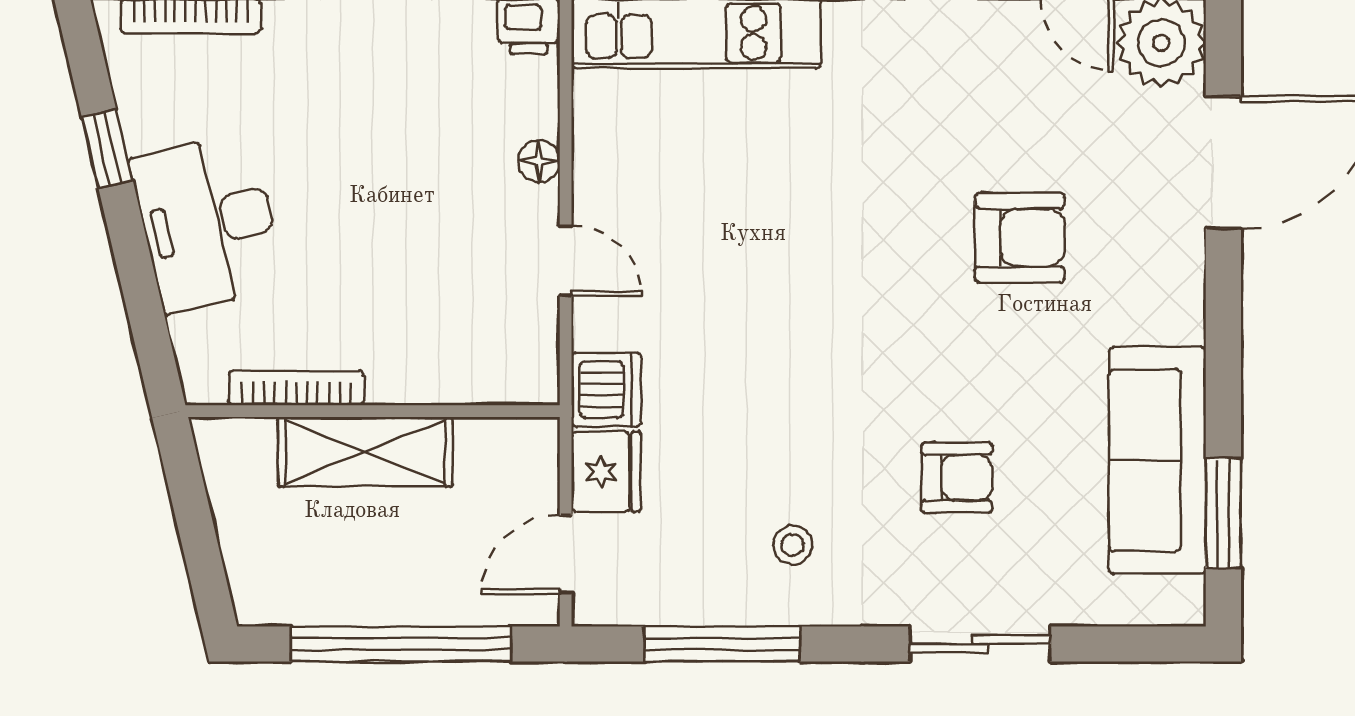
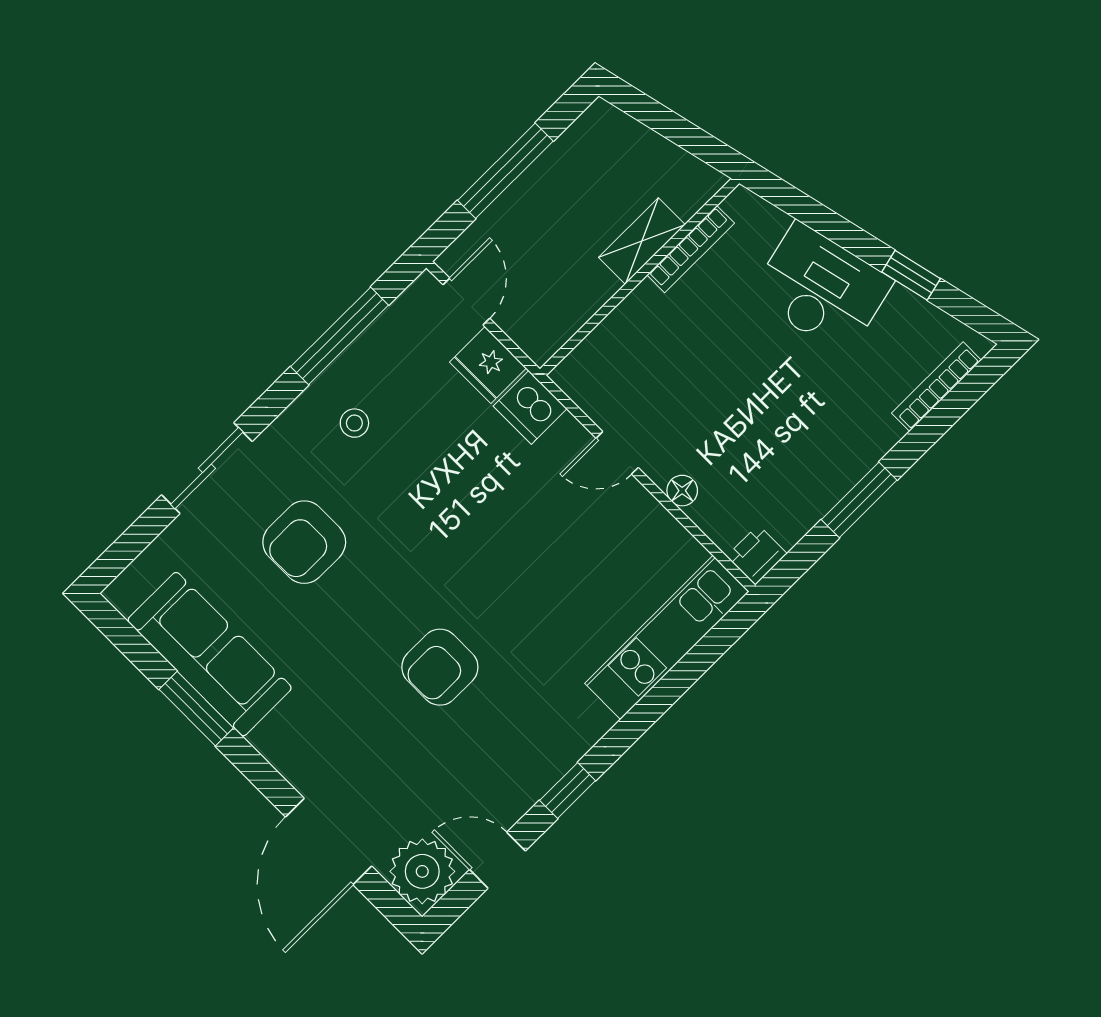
armchair: (1020, 238) -> (440, 667), moved
shelving: (365, 452) -> (642, 241), width x0.67, depth x0.75
armchair: (957, 478) -> (304, 542), width x1.38, depth x1.38
window: (1223, 513) -> (196, 709), moved
window: (401, 644) -> (505, 171), width x0.68

